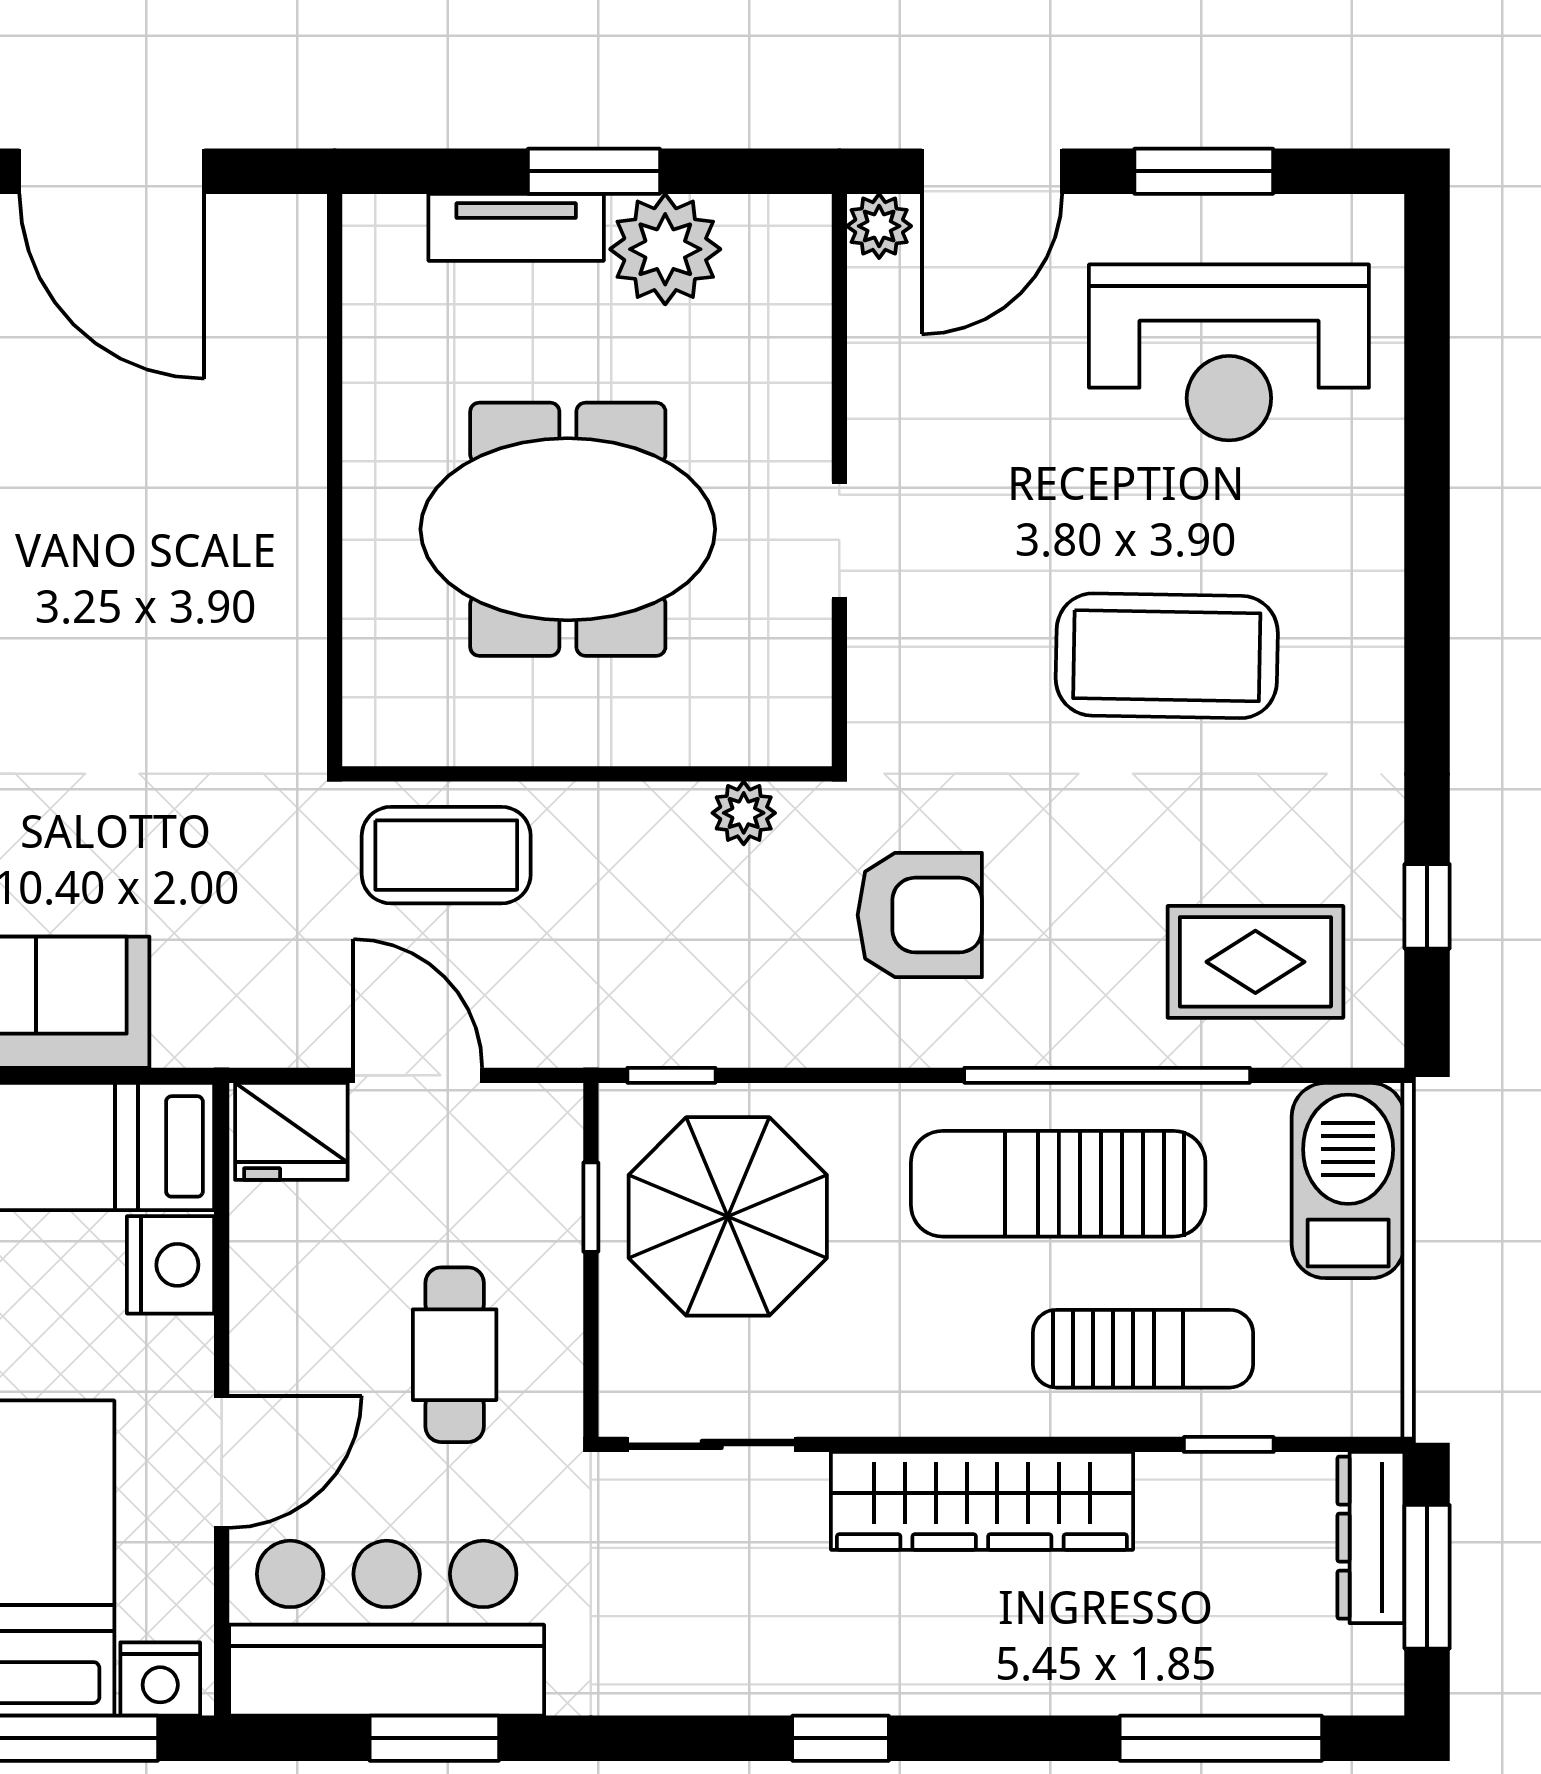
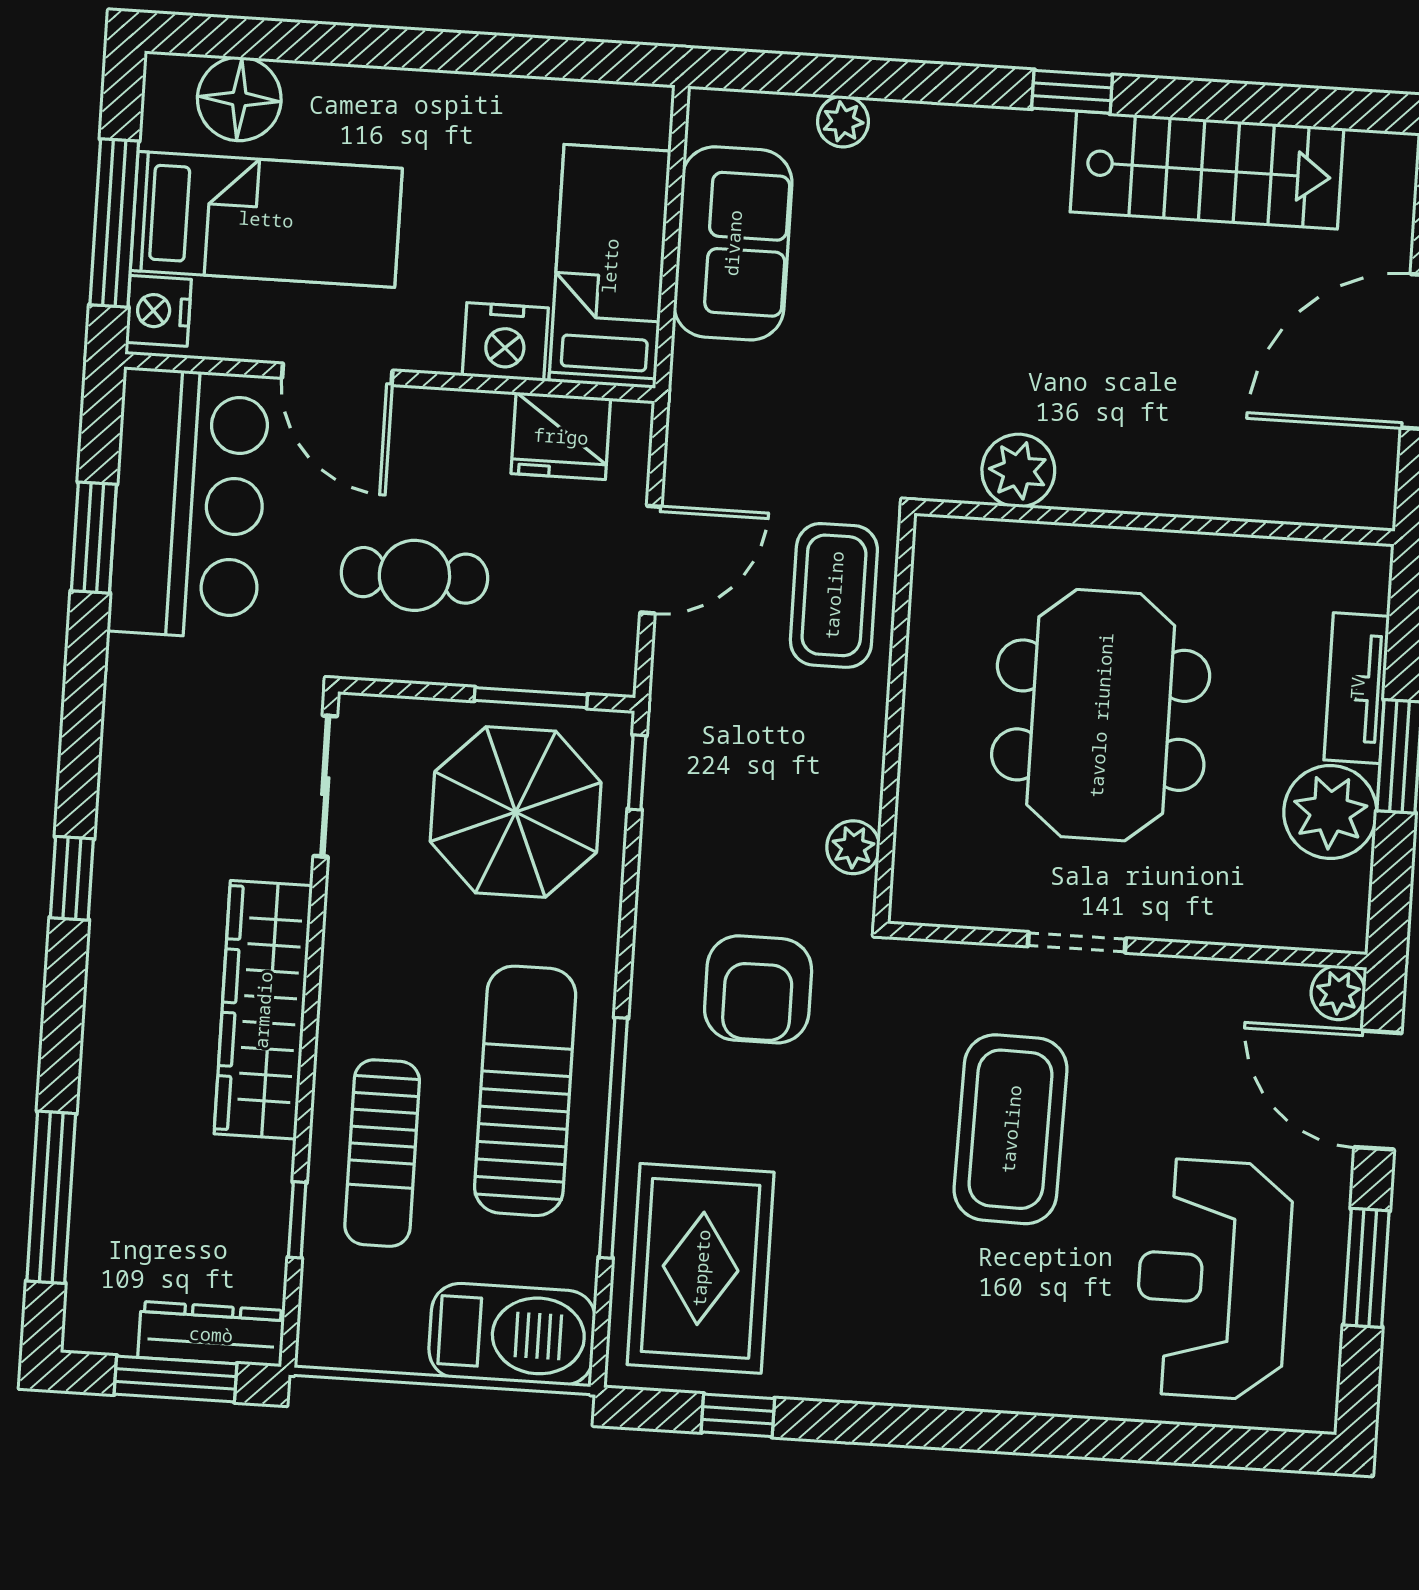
plant: (284, 646) -> (1018, 471), added
coffee table: (1167, 656) -> (1011, 1129), moved
rug: (1255, 962) -> (701, 1268), width x1.36, depth x1.43
fridge: (291, 1131) -> (561, 436), moved, turned -90
window: (591, 1207) -> (531, 698), width x1.50

